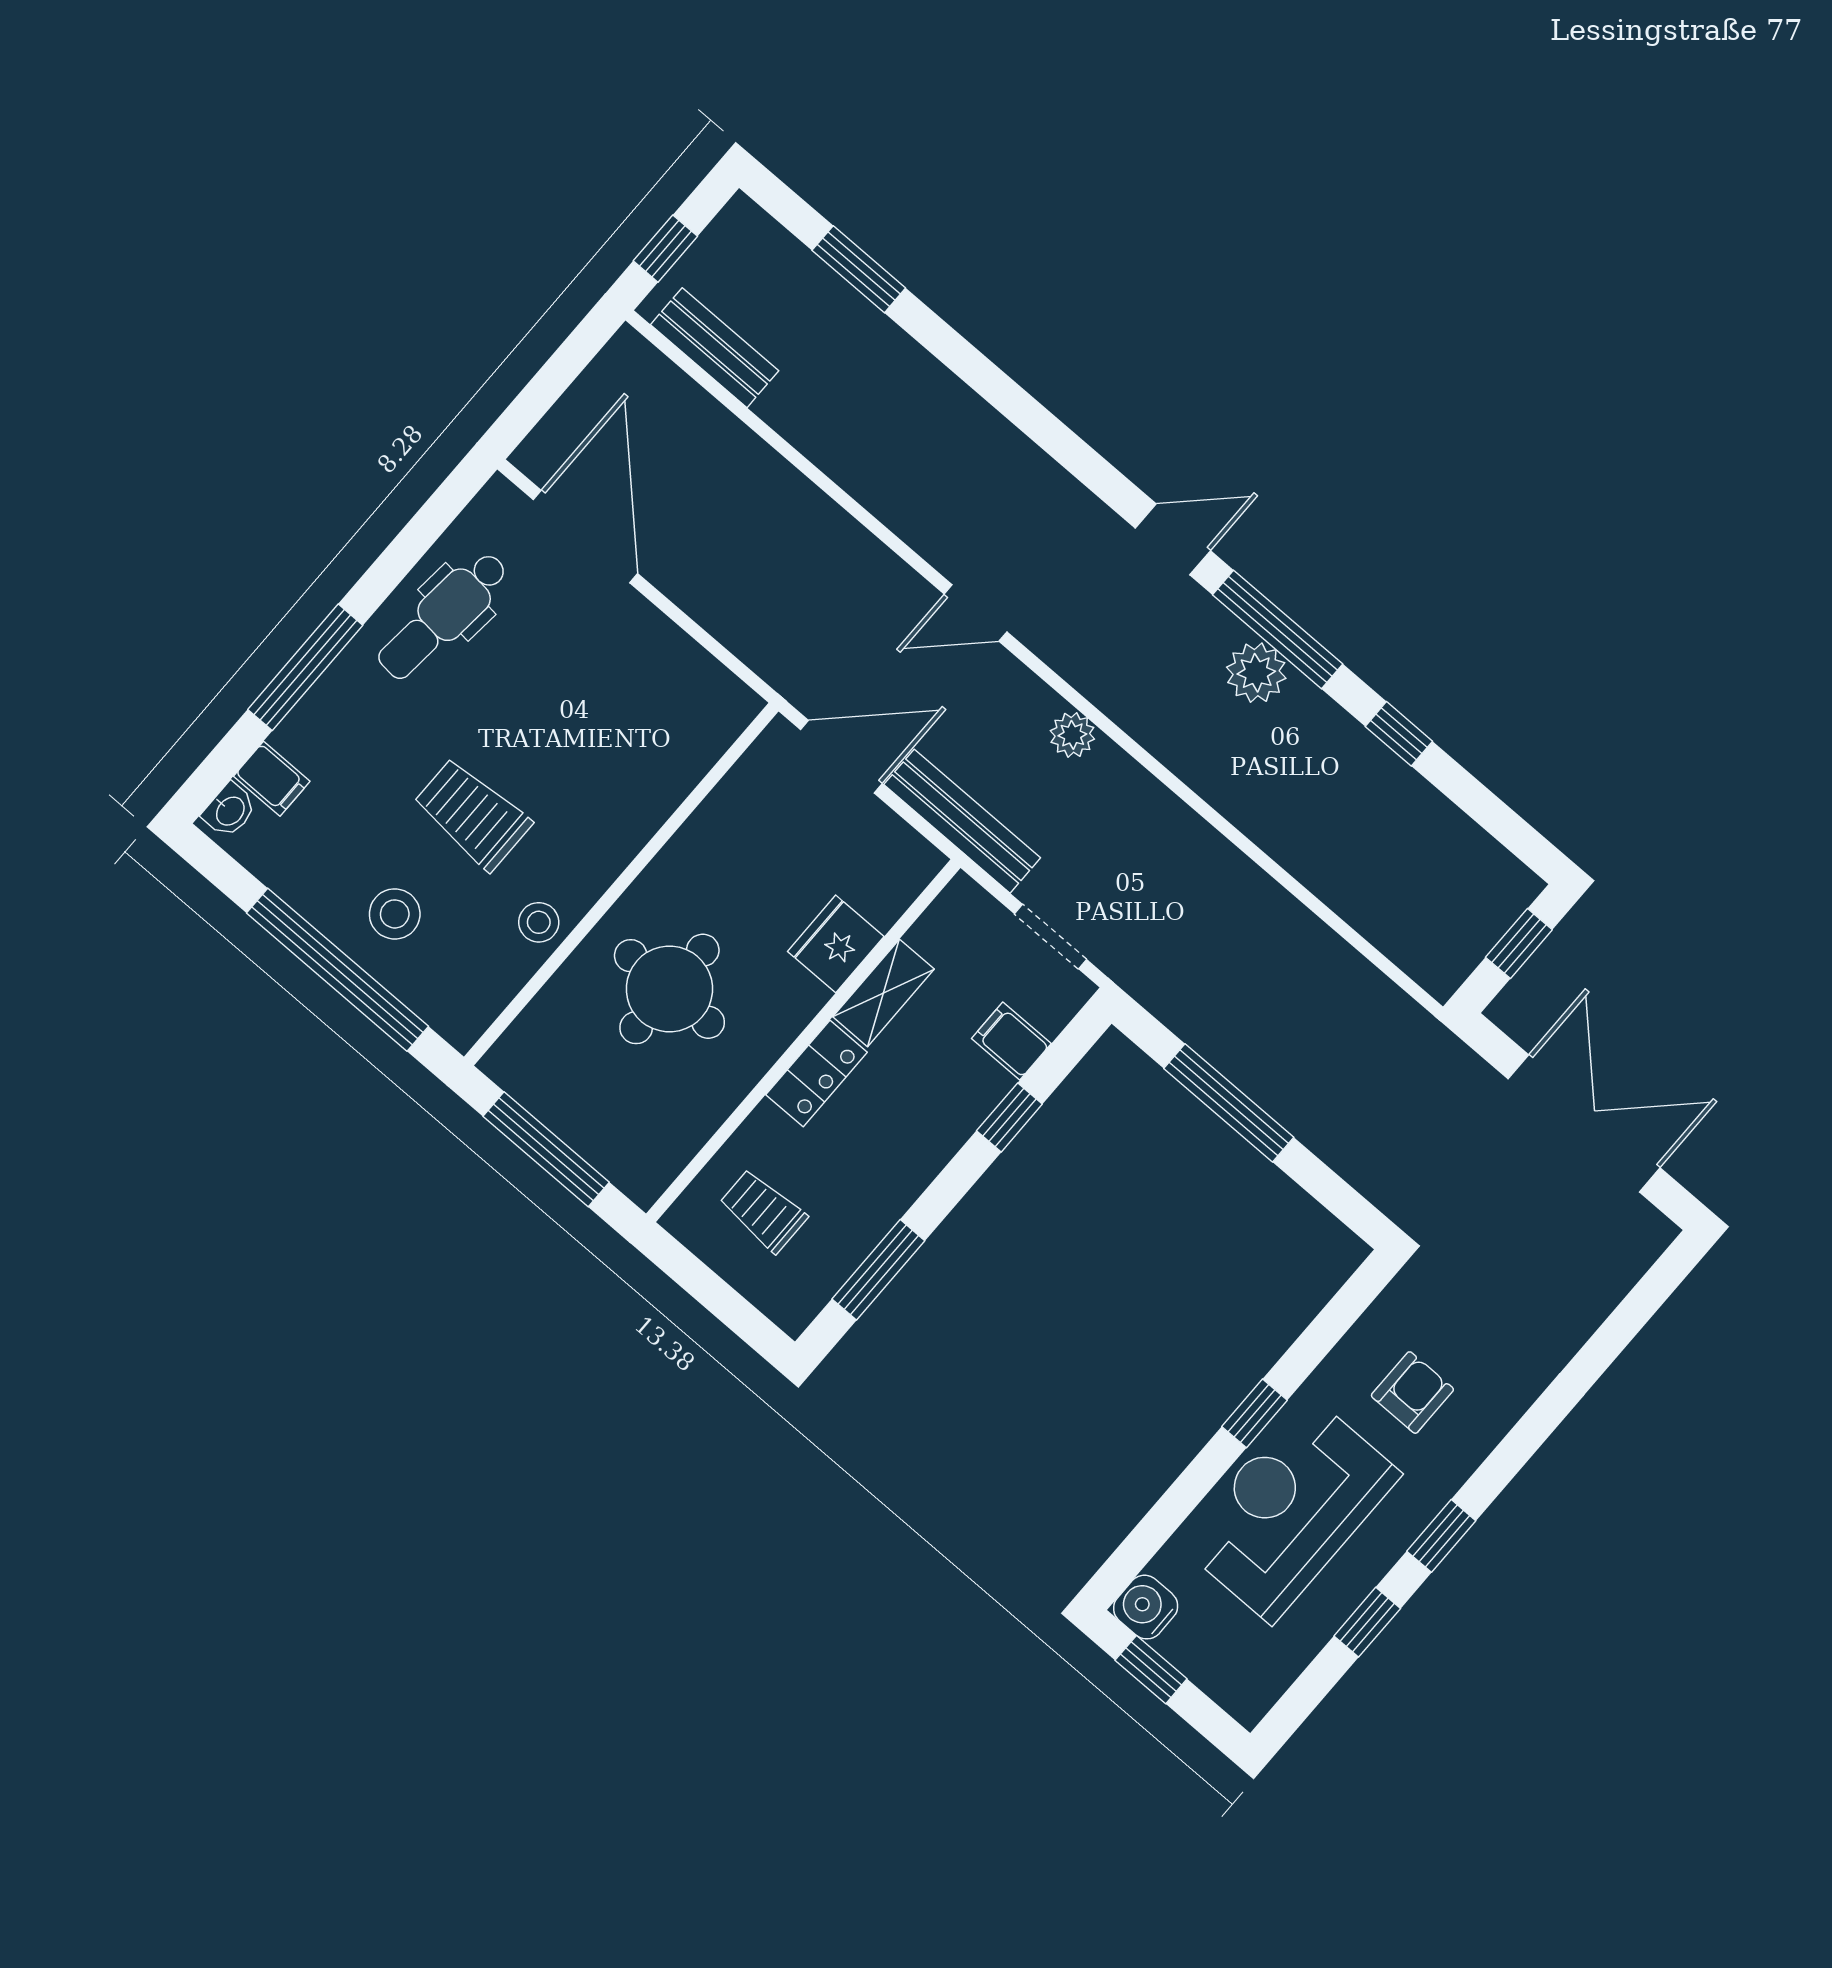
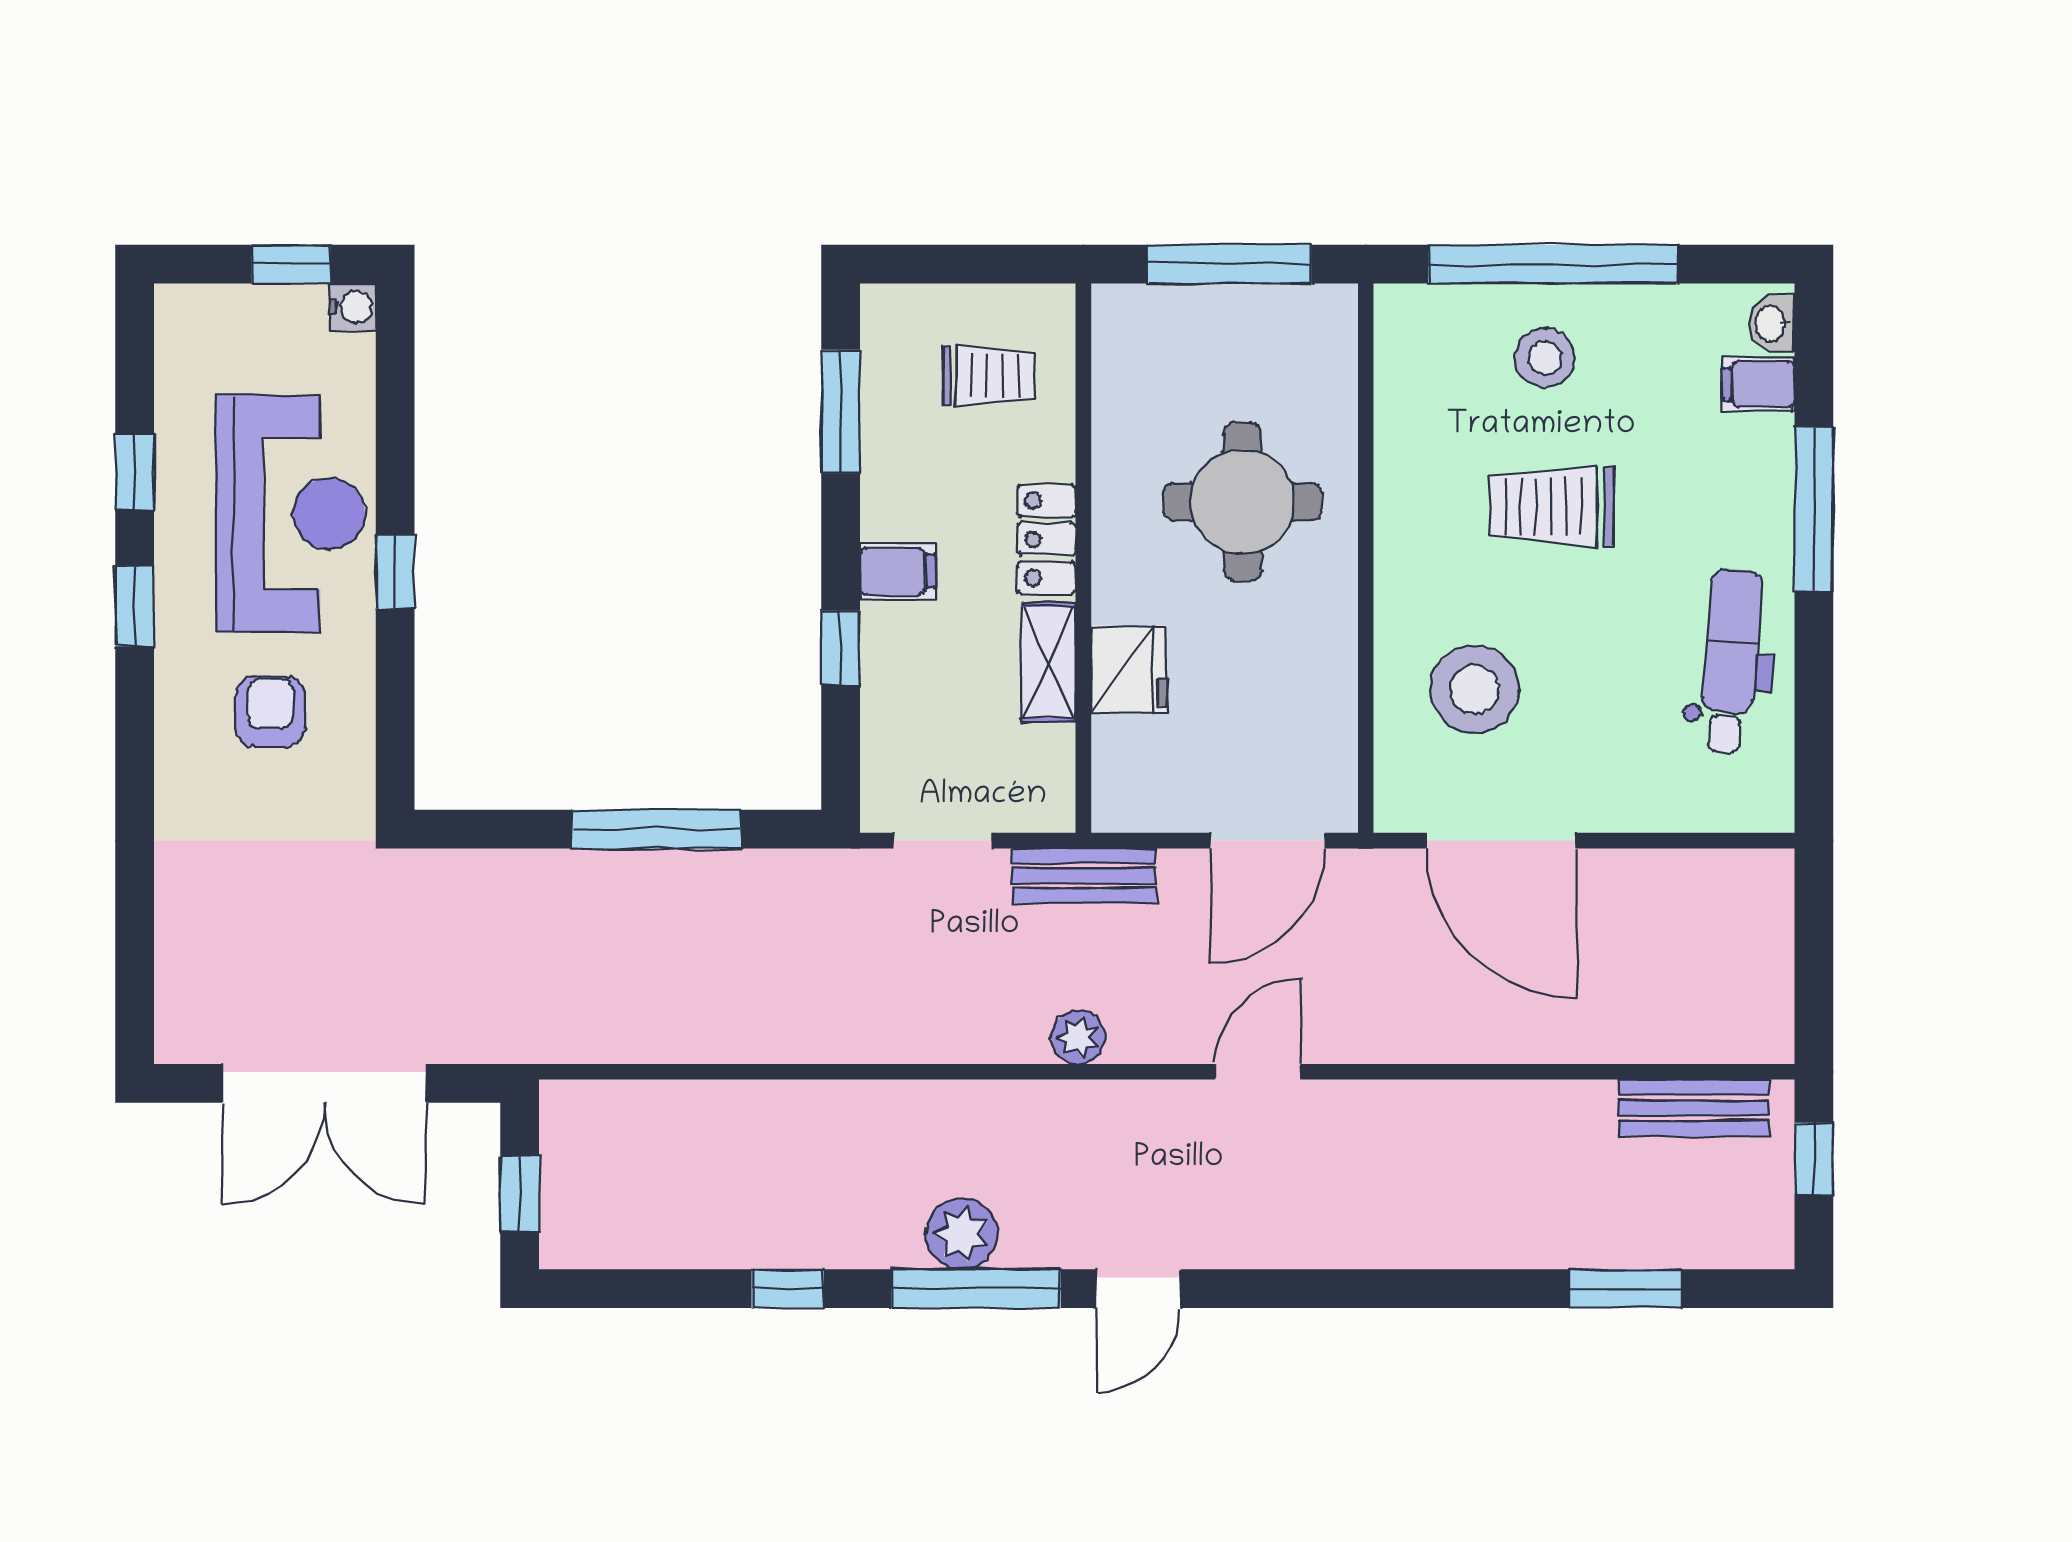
door: (585, 536) -> (1502, 841), moved
trolley: (472, 814) -> (1552, 506), turned 180
bench: (962, 821) -> (1084, 876), width x0.73
stool: (539, 922) -> (1475, 690), moved, width x1.89, depth x1.89
filing cabinet: (1011, 1041) -> (898, 571), moved
armchair: (1412, 1393) -> (270, 712), turned 180
water cooler: (1146, 1607) -> (353, 307), width x0.72, depth x0.72

